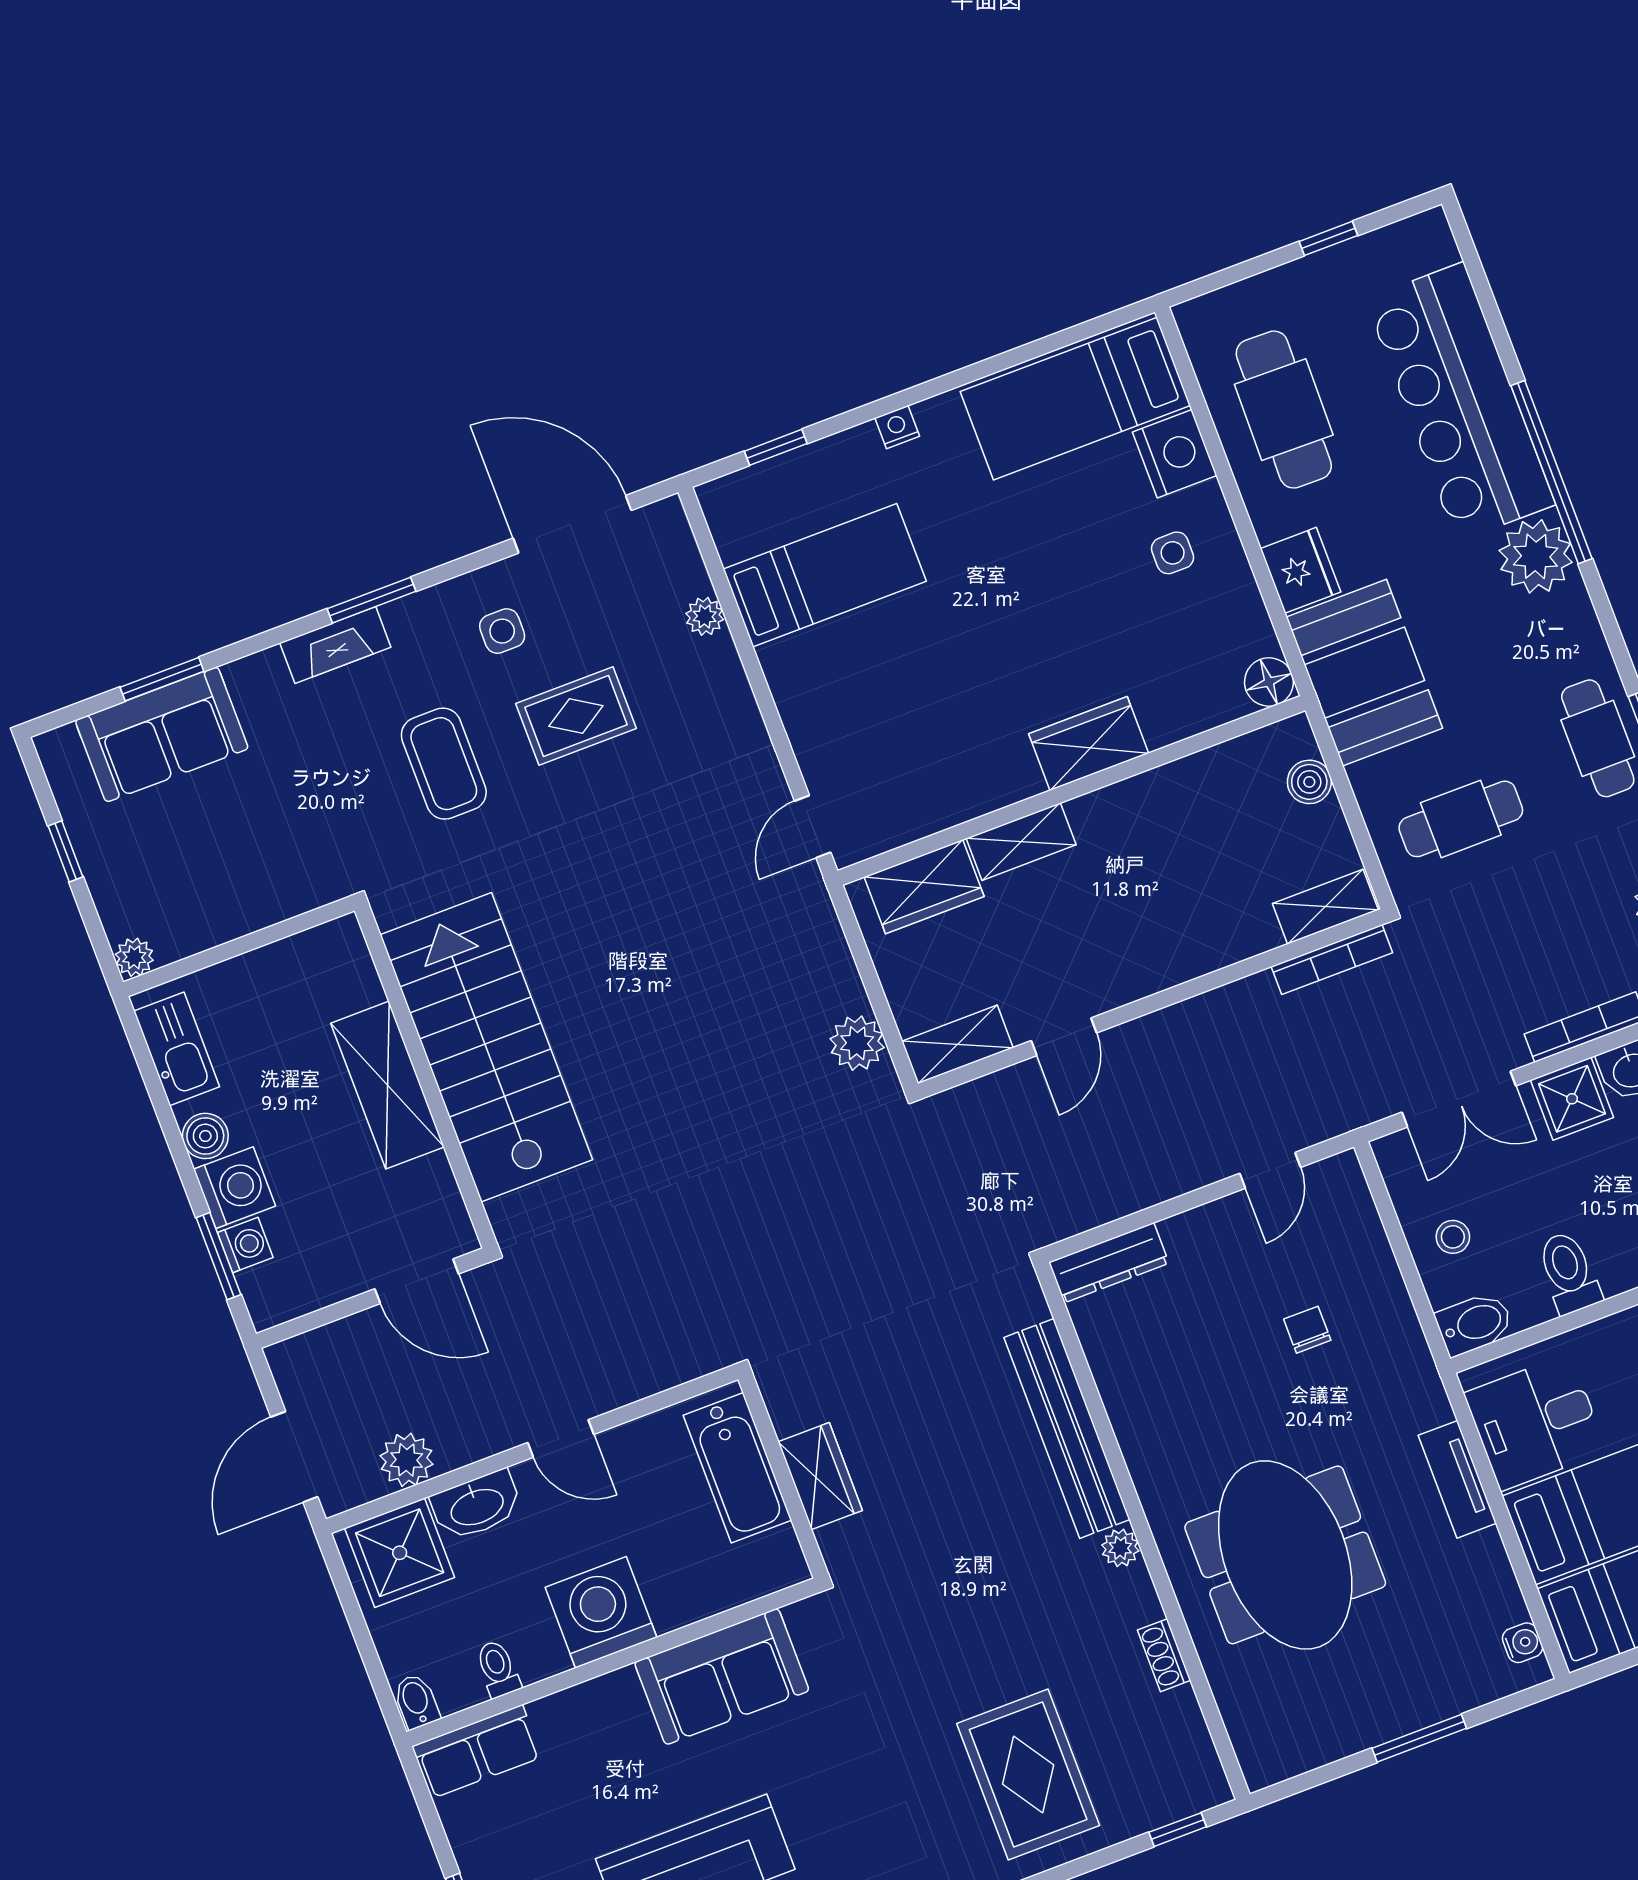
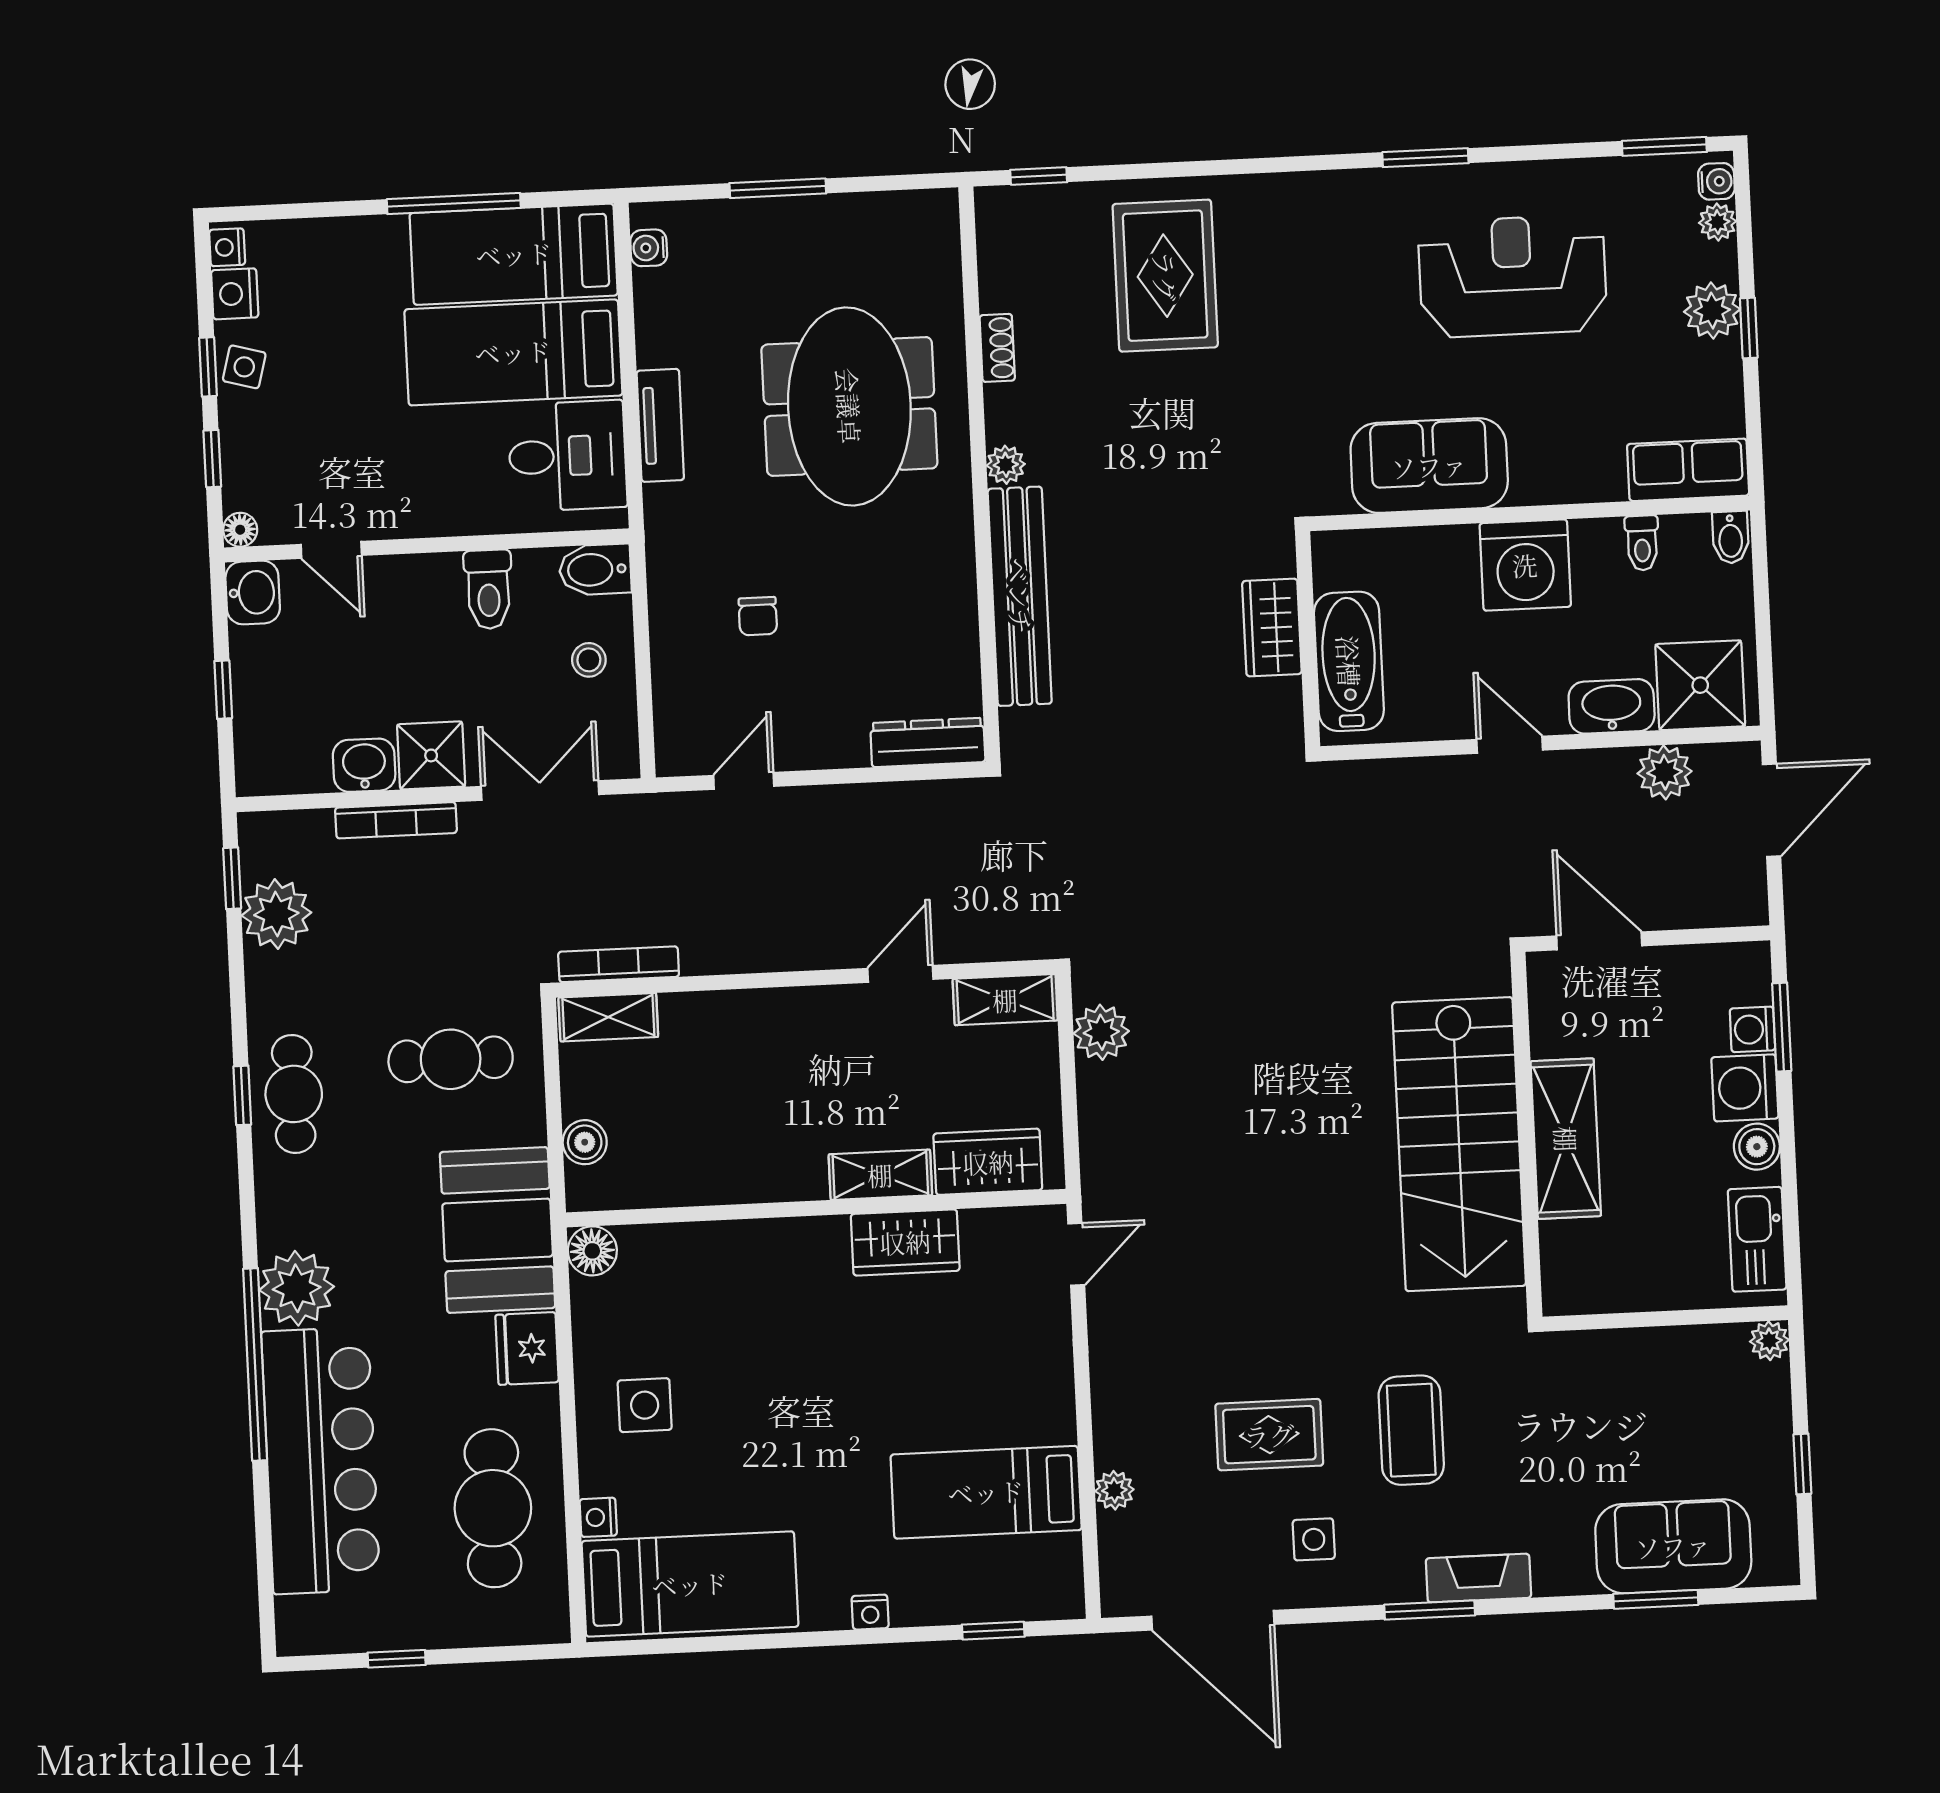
nightstand: (1175, 454) -> (598, 1517), width x0.53, depth x0.56
side table: (1173, 553) -> (645, 1405), width x1.37, depth x1.37
wardrobe: (1089, 743) -> (905, 1242), moved

